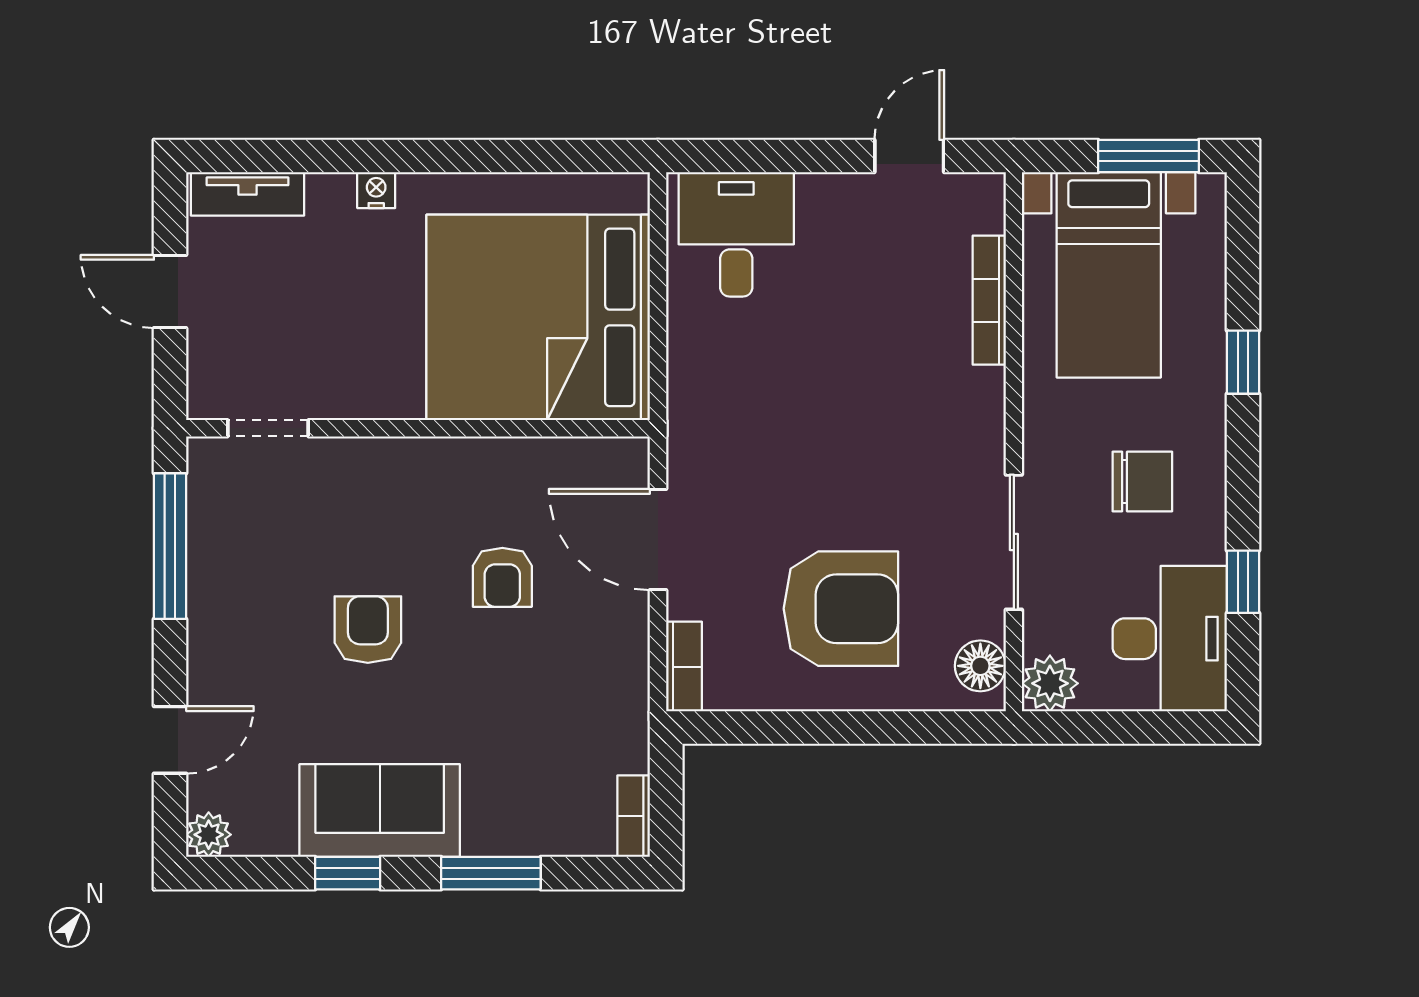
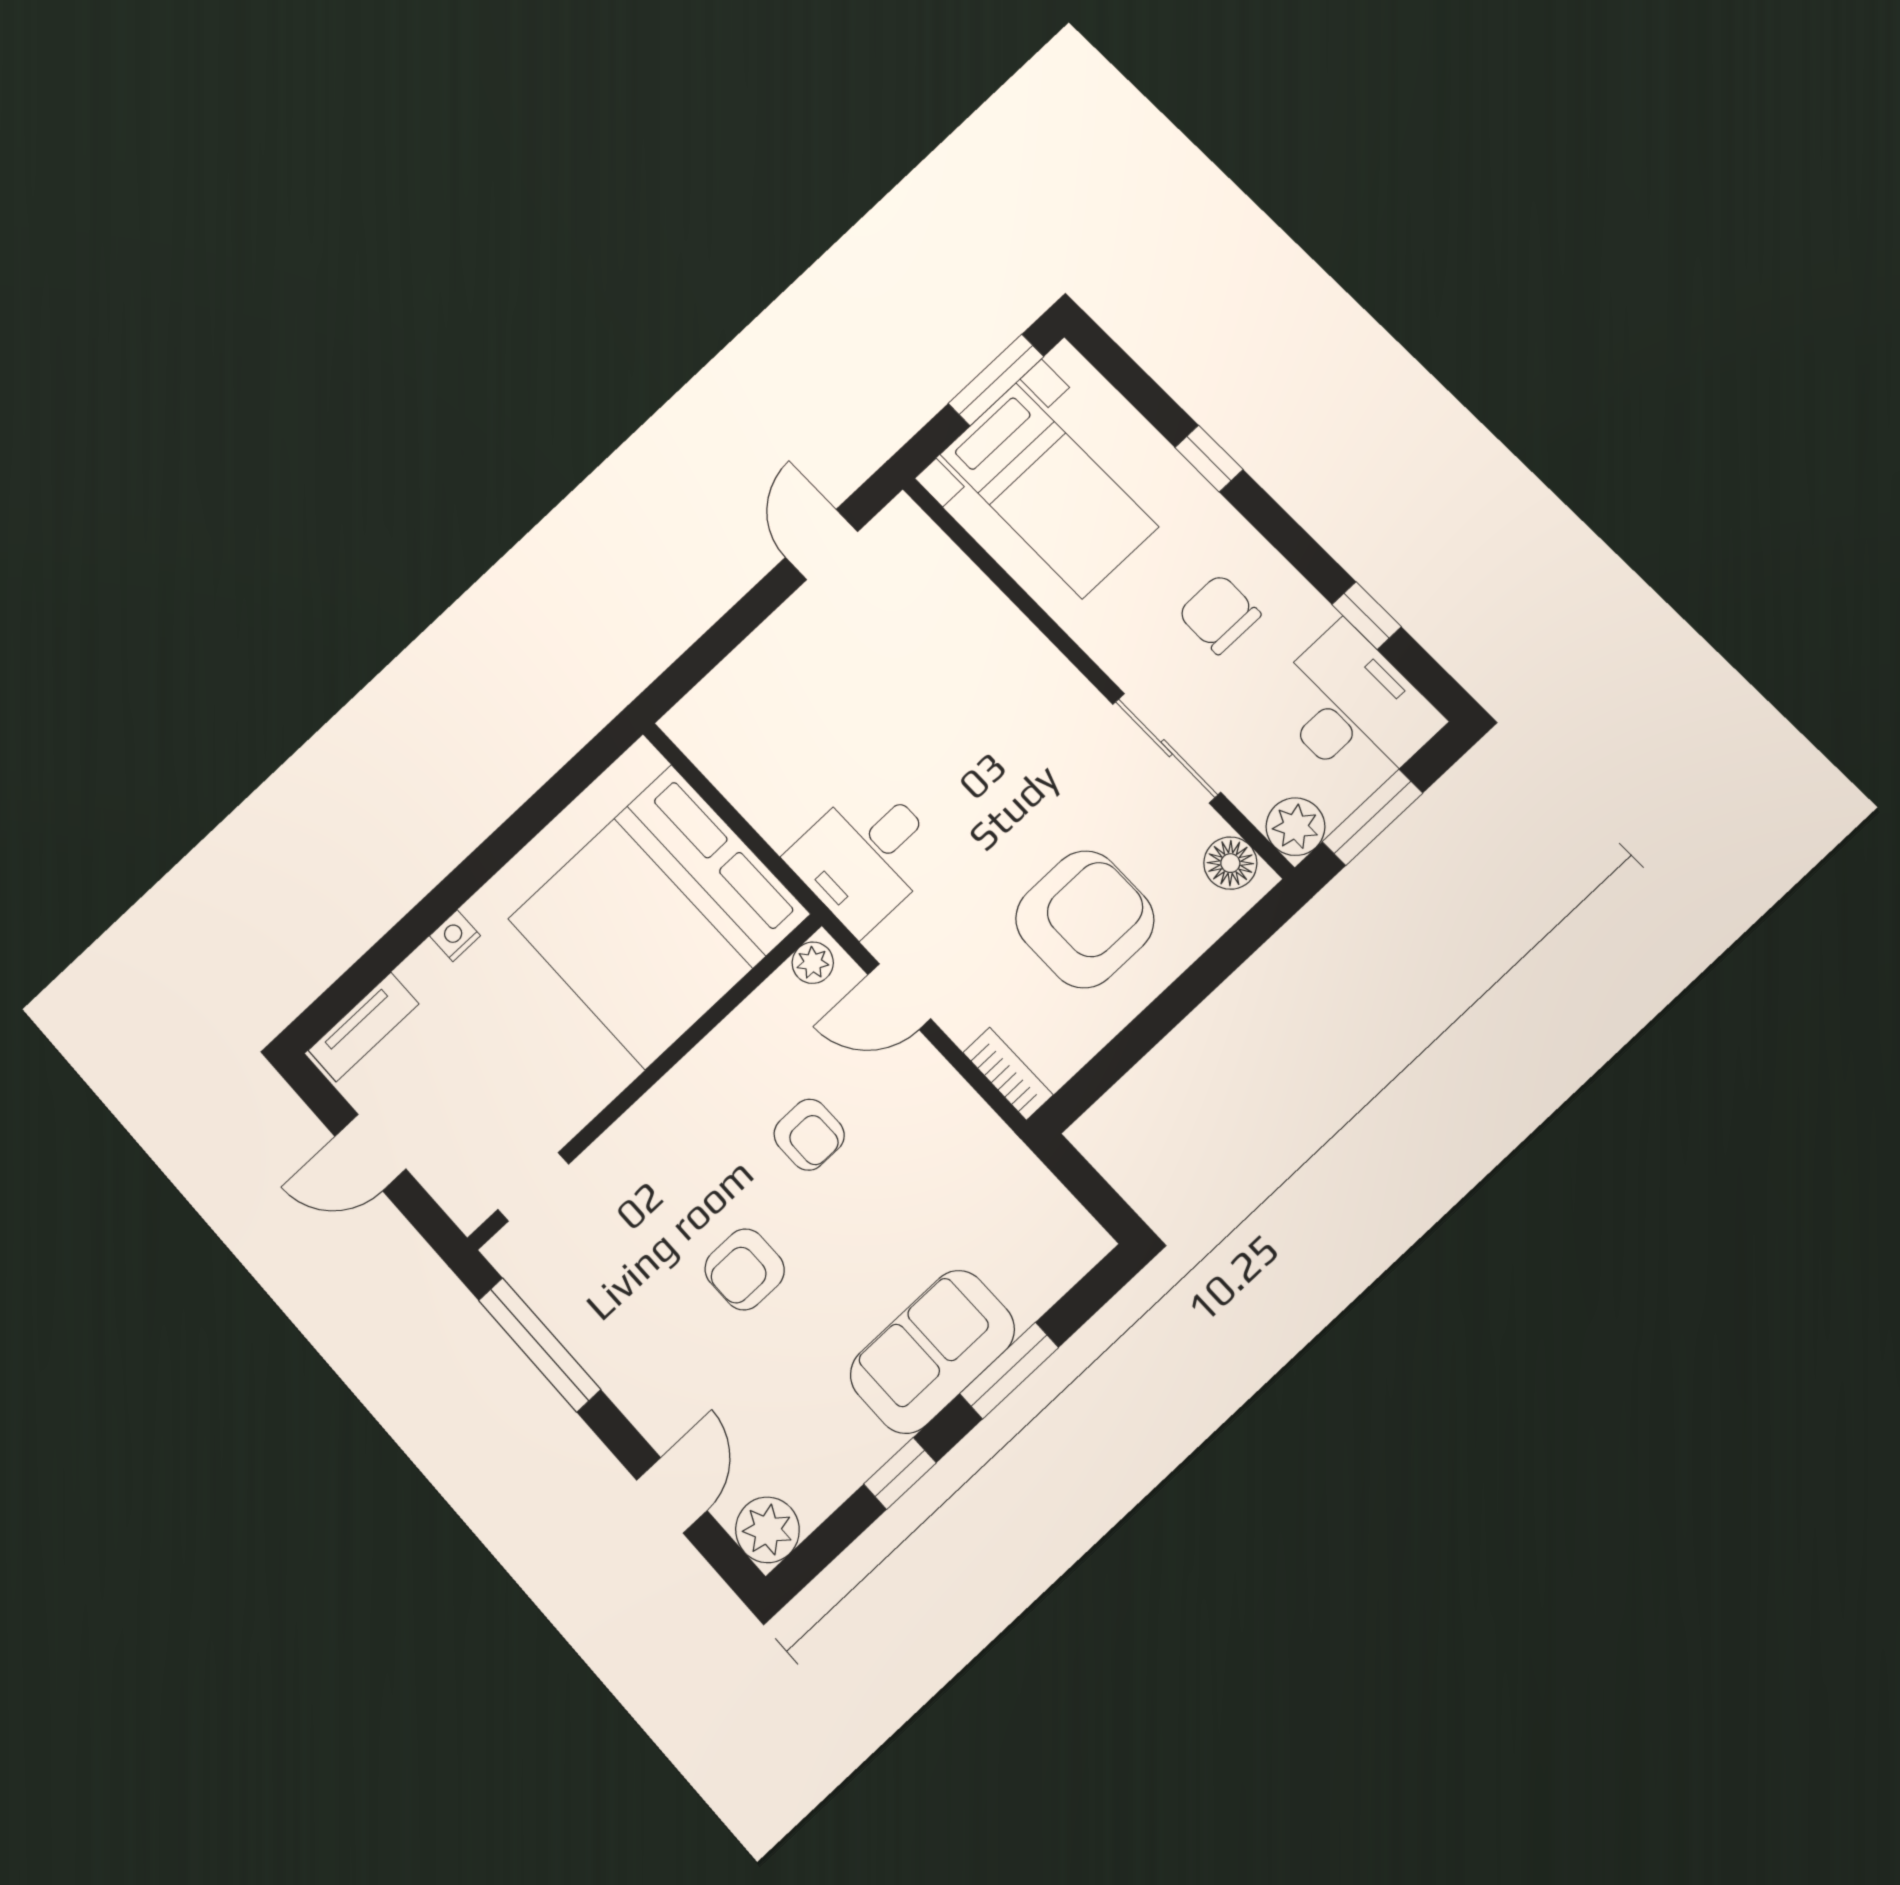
desk: (736, 234) -> (866, 856), moved, turned -90
bookcase: (989, 300) -> (978, 591), removed
plant: (619, 457) -> (813, 963), added
chair: (1142, 481) -> (1219, 614), turned -90
door: (658, 540) -> (899, 997), width x0.73
armchair: (368, 630) -> (745, 1269), turned -90
window: (1109, 728) -> (1372, 817), added
sofa: (380, 811) -> (932, 1352), moved
bookcase: (634, 816) -> (1077, 1224), removed
plant: (209, 835) -> (767, 1530), width x1.38, depth x1.38

